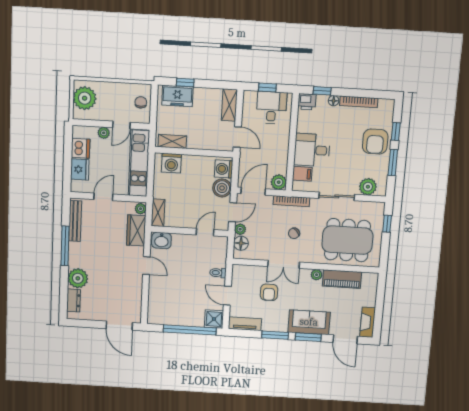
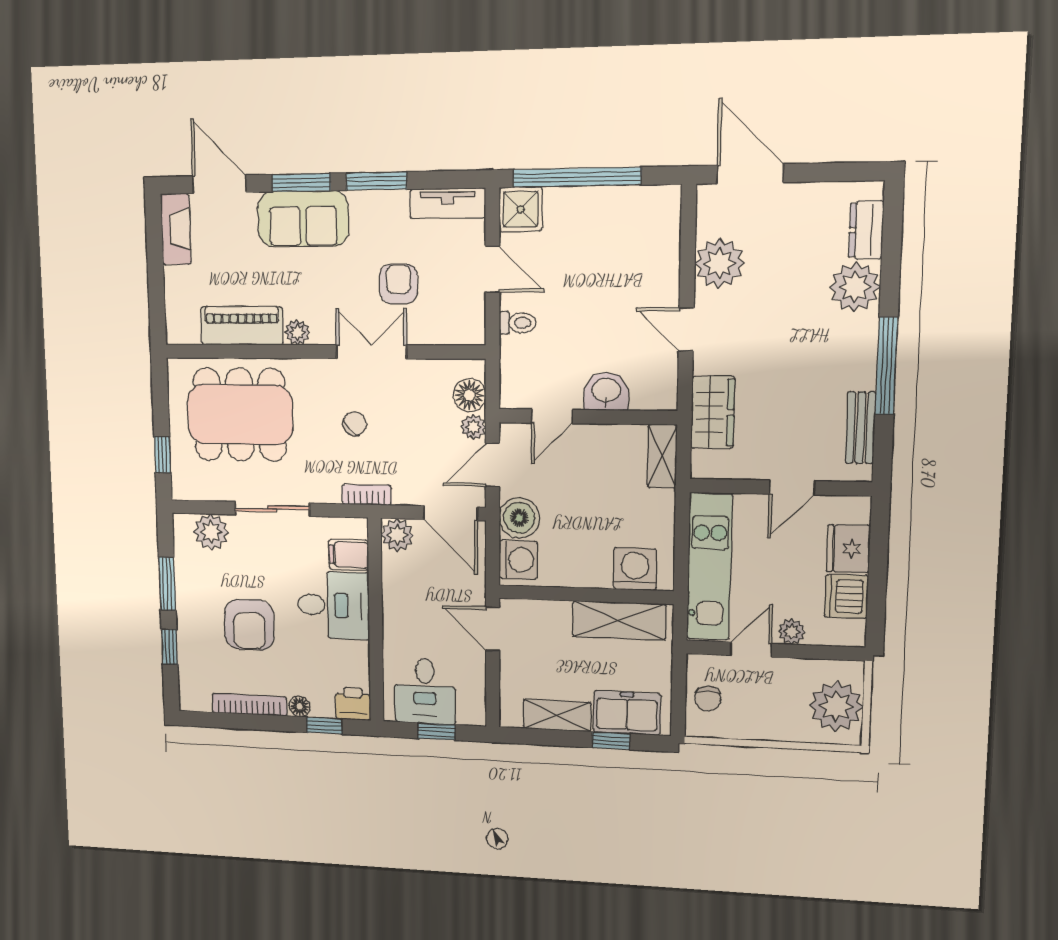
shelving: (229, 105) -> (557, 715), moved, turned 90
shelving: (172, 141) -> (619, 620), width x1.50, depth x1.33
armchair: (375, 141) -> (249, 625), moved, turned 180
door: (253, 191) -> (451, 513), hinge flipped
bookcase: (291, 201) -> (366, 495), width x0.64
plant: (141, 209) -> (719, 263), moved, width x1.87, depth x1.87
bench: (75, 221) -> (861, 428), width x0.73
washbasin: (161, 240) -> (606, 391), moved

